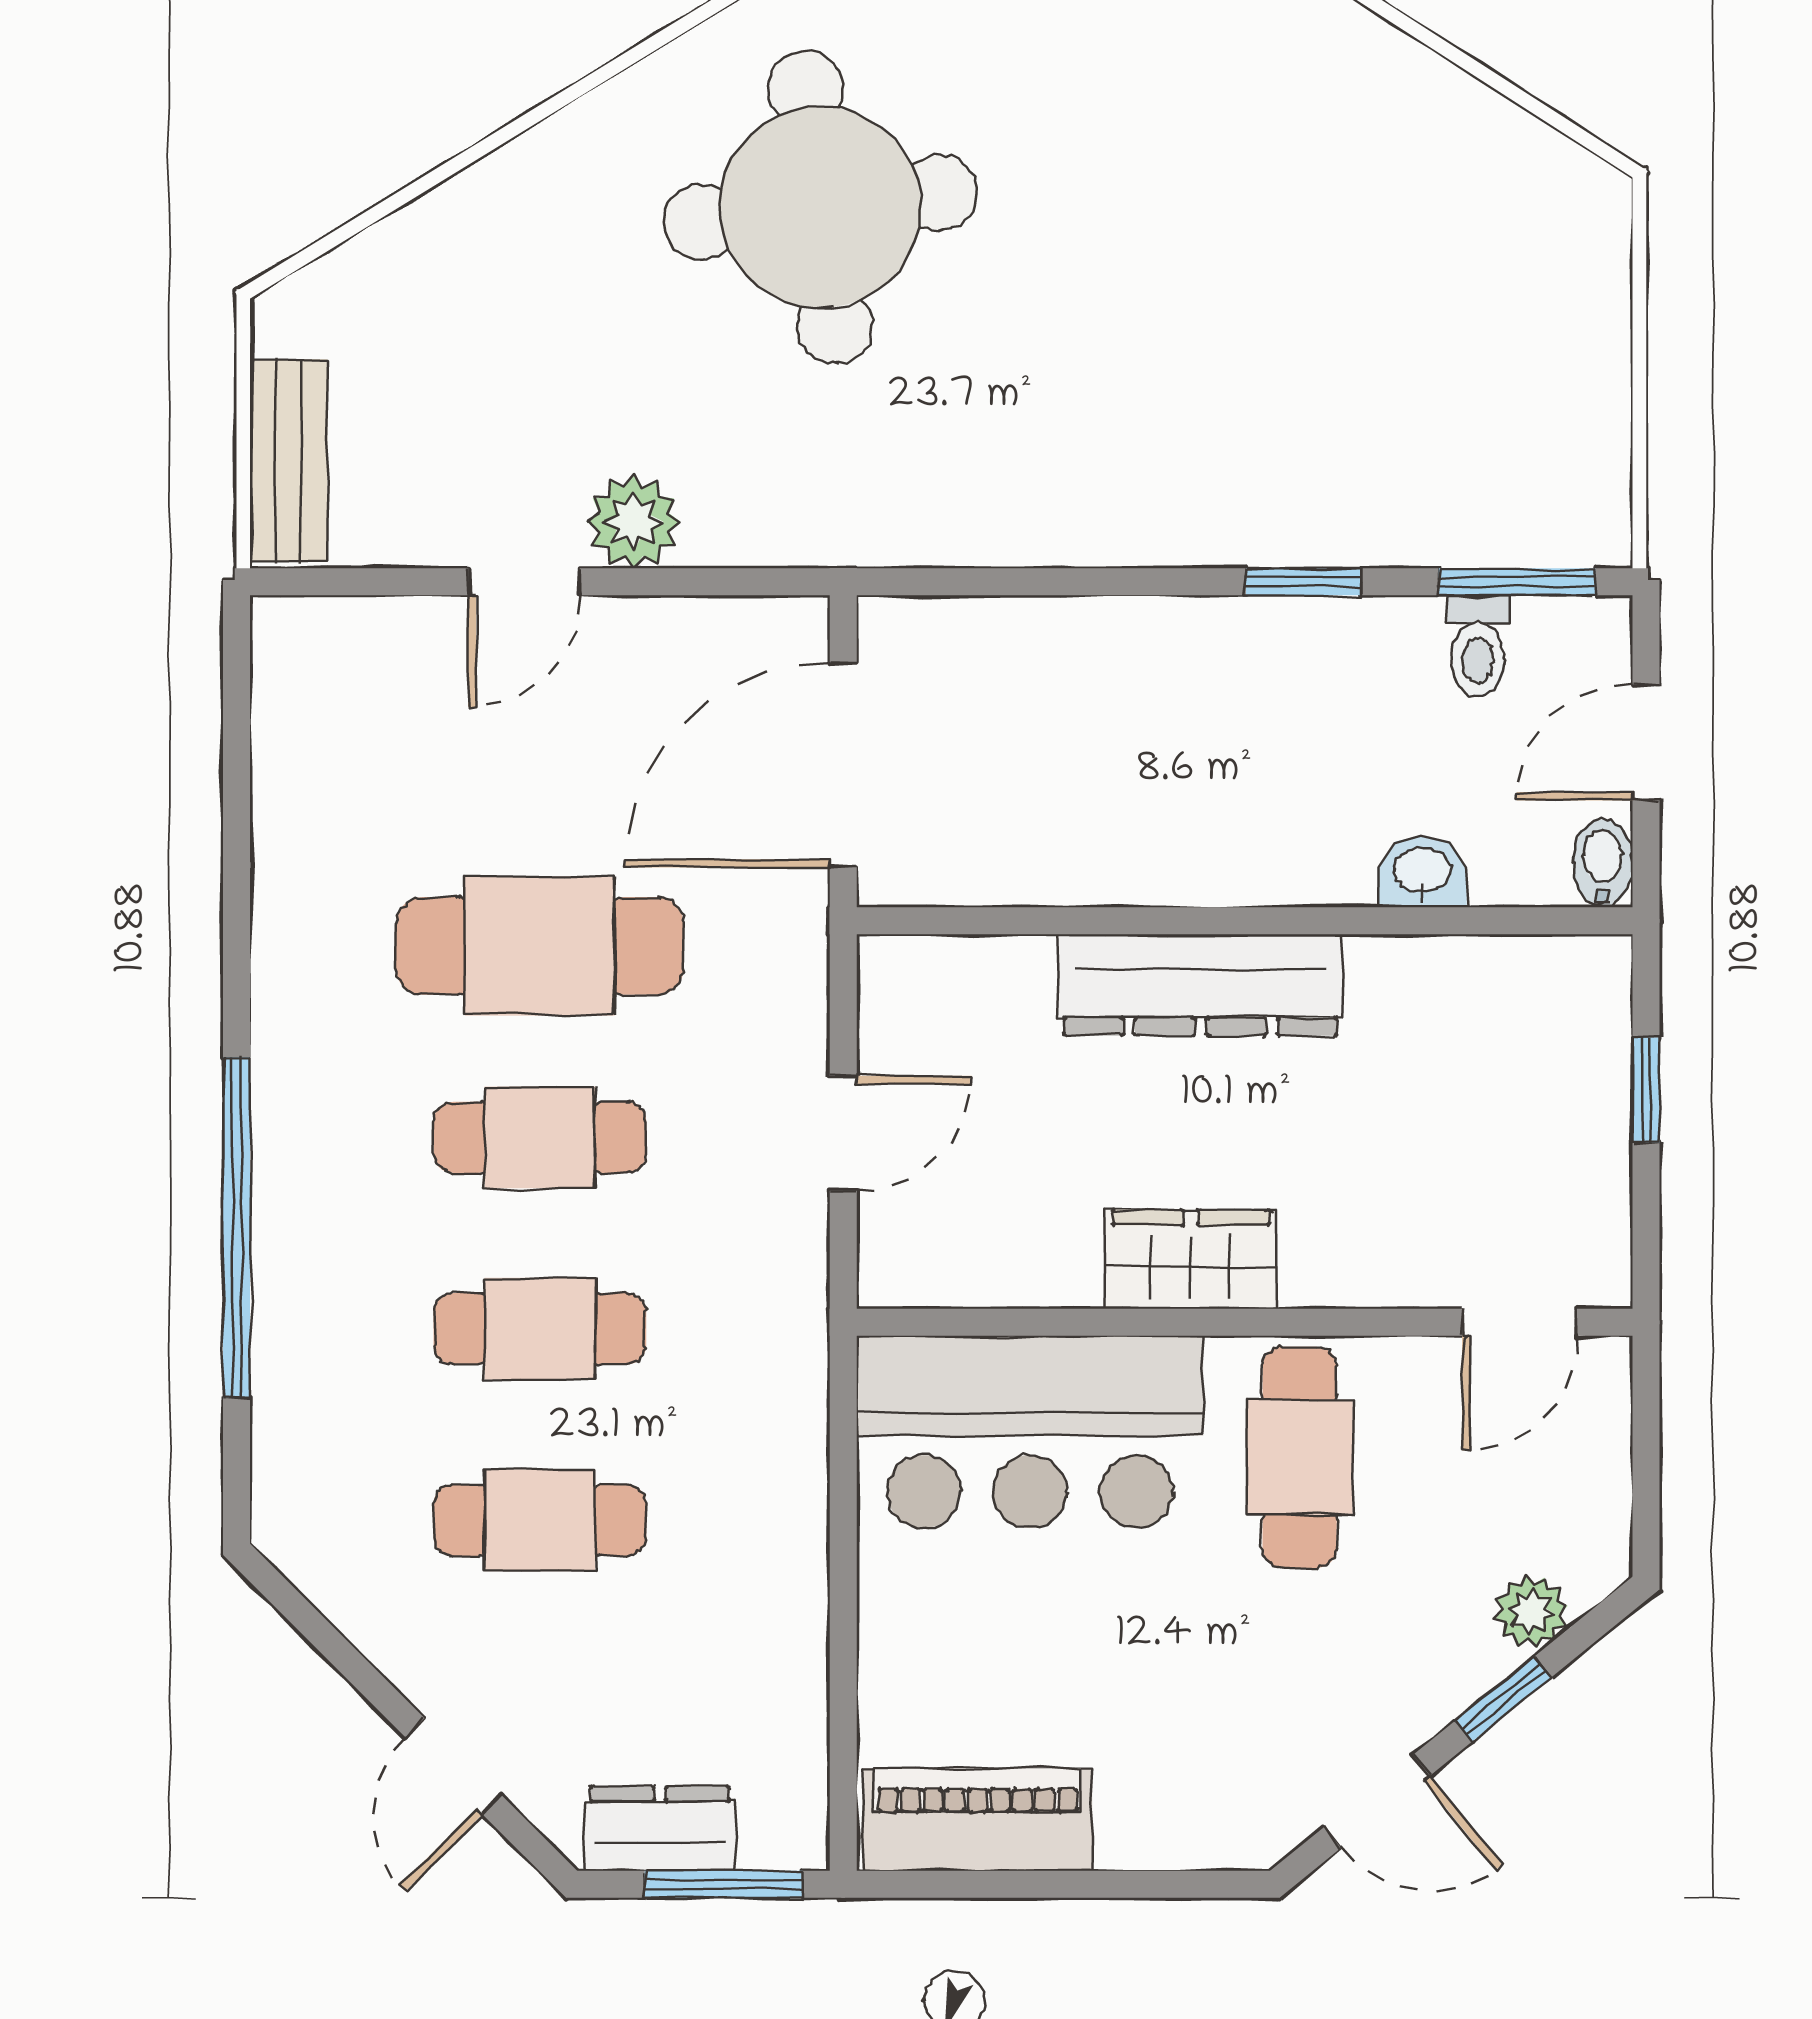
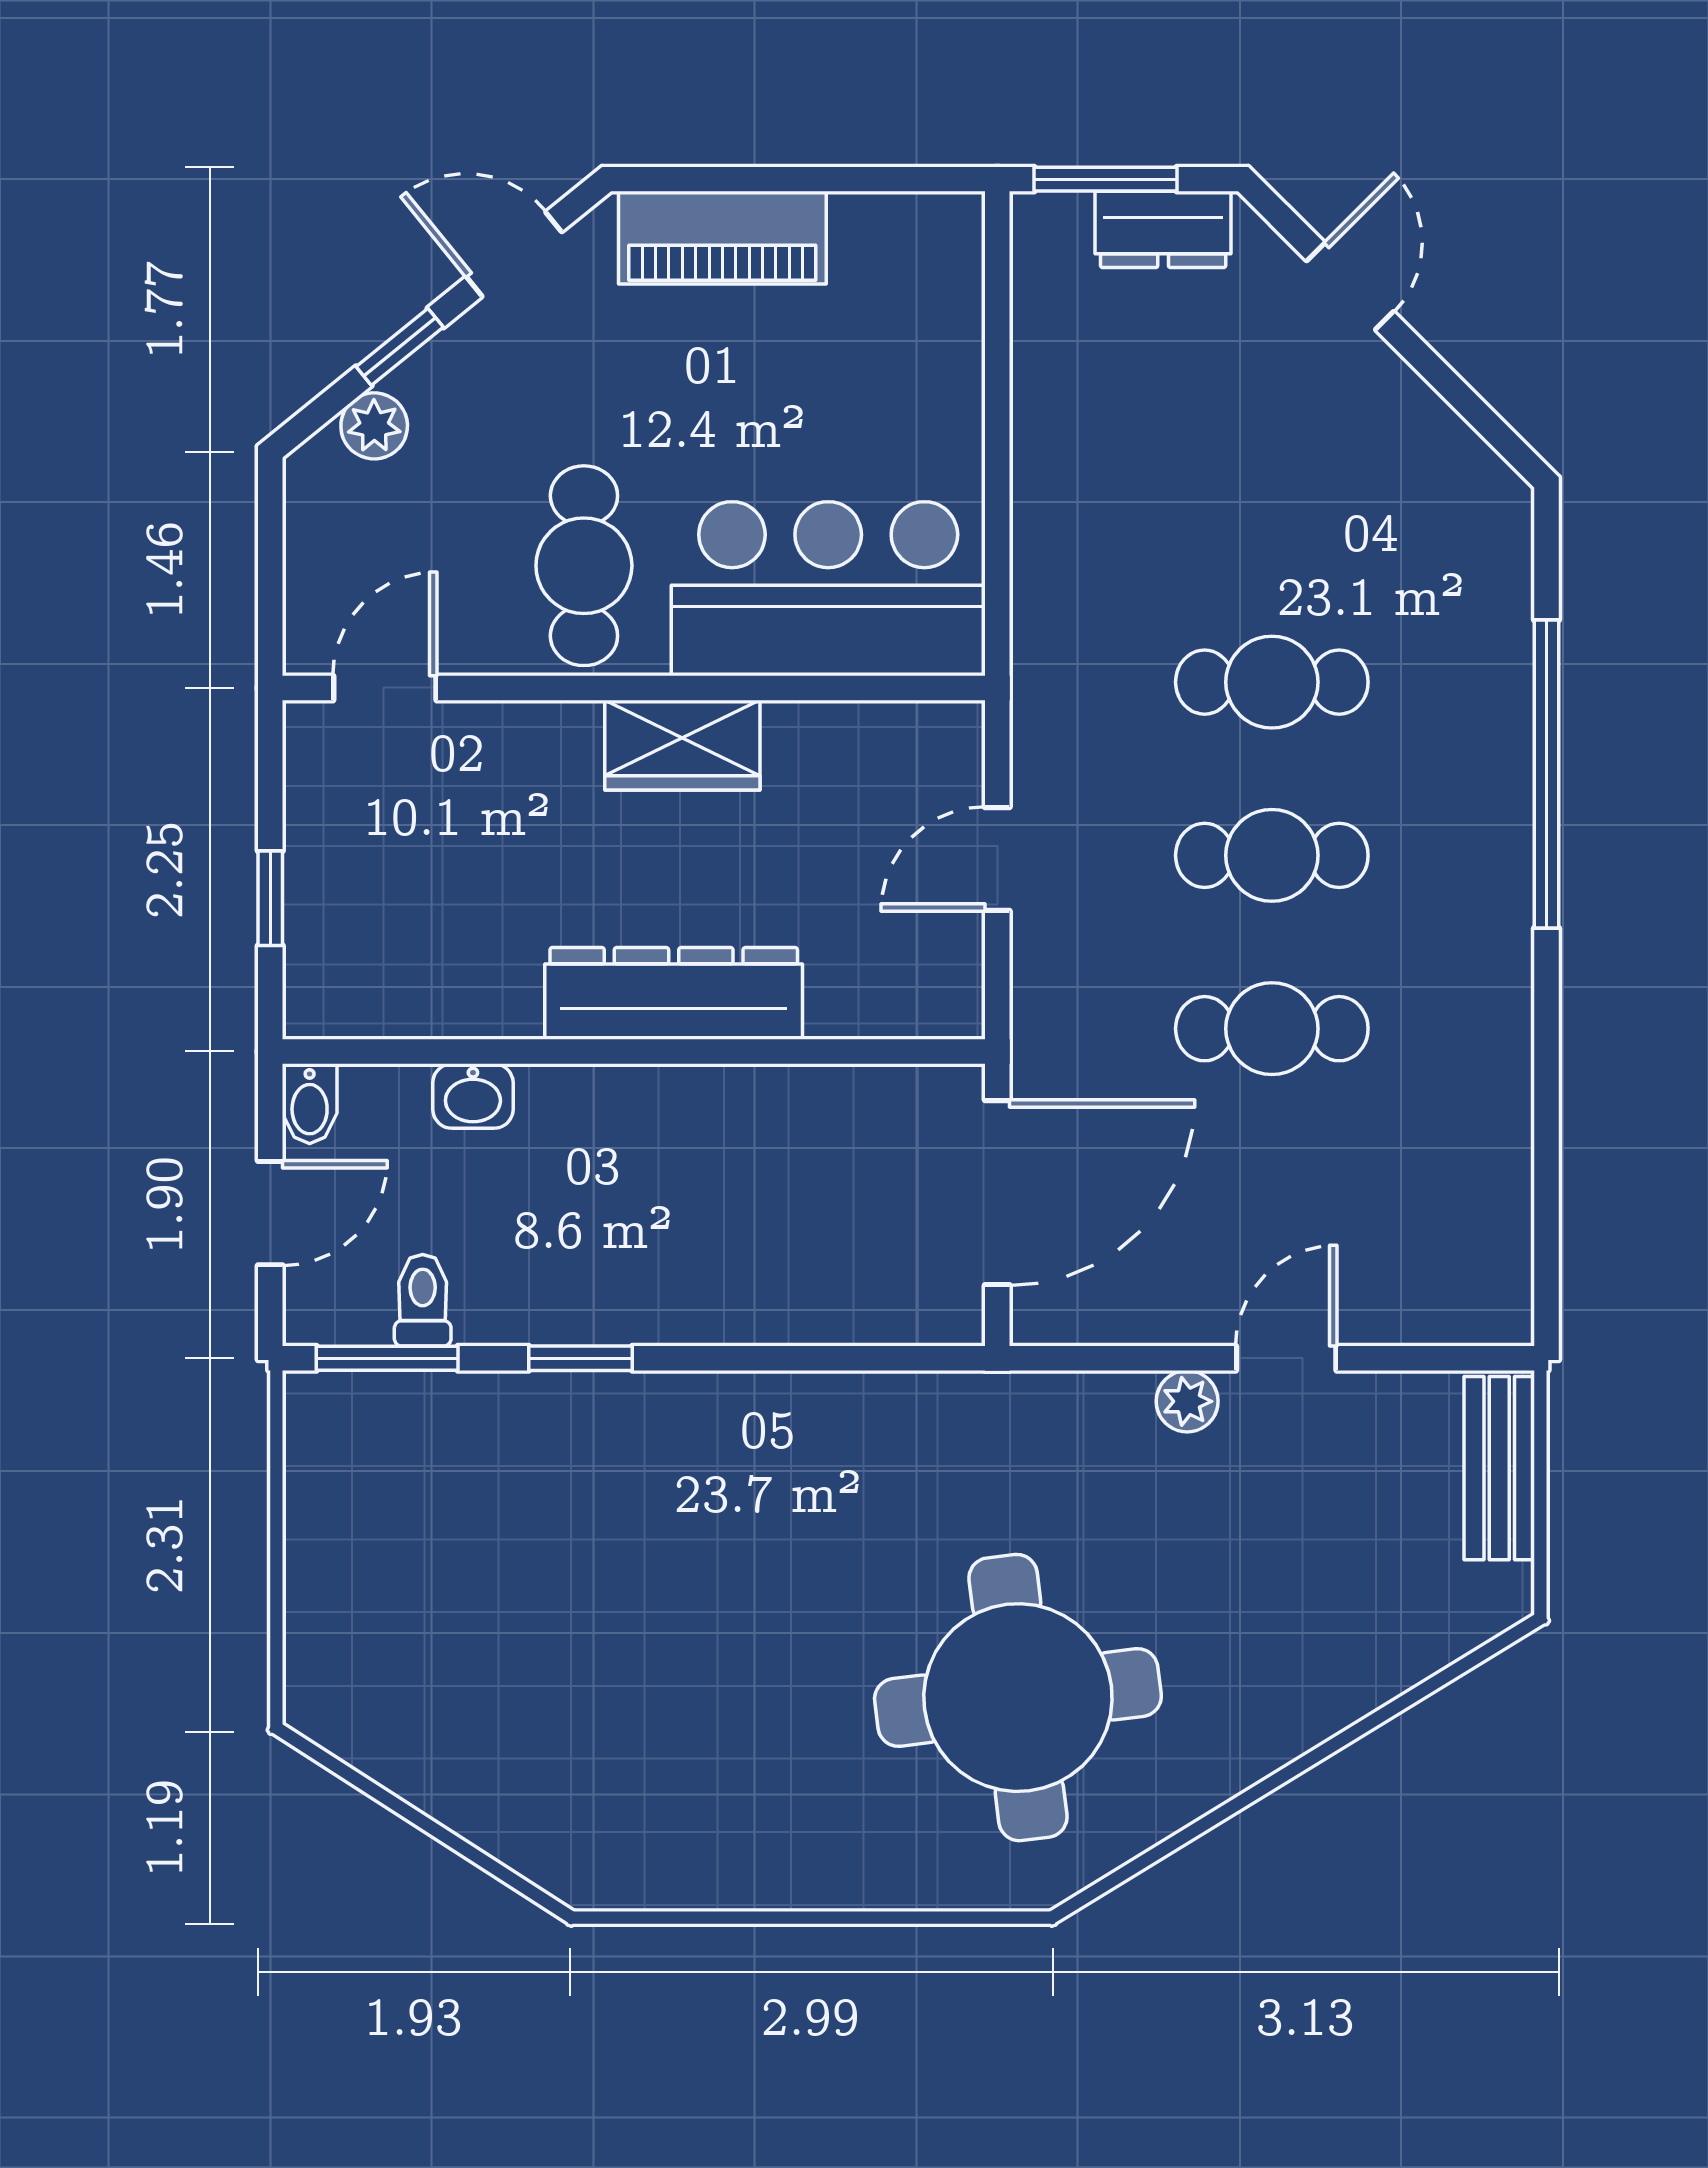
plant: (633, 522) -> (1187, 1401), width x0.73, depth x0.73
cafe table: (540, 946) -> (1272, 1029), width x0.73, depth x0.74
cafe table: (540, 1520) -> (1272, 509), removed
piano: (978, 1820) -> (722, 238), moved

